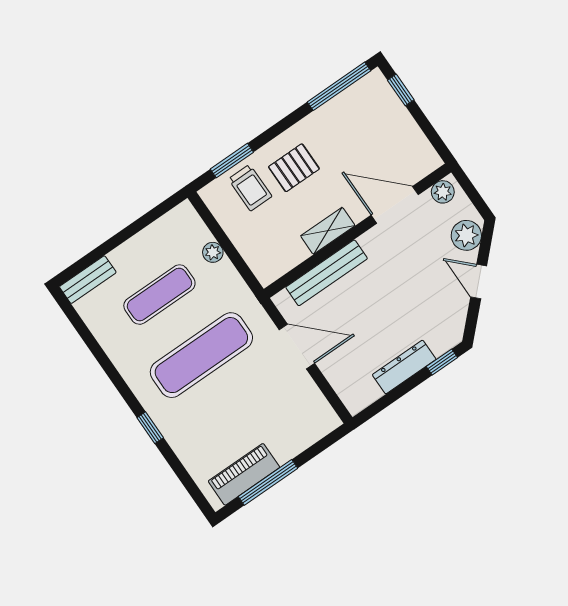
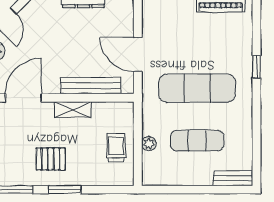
window: (232, 161) -> (64, 190), moved
pallet: (294, 168) -> (51, 159), moved
trolley: (250, 188) -> (116, 148), moved
door: (395, 205) -> (23, 98), swing flipped

